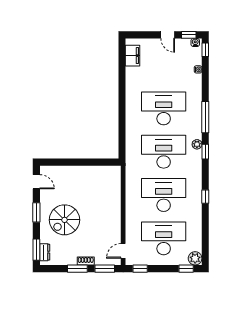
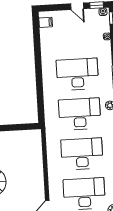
filing cabinet: (132, 56) -> (46, 22), width x0.50

